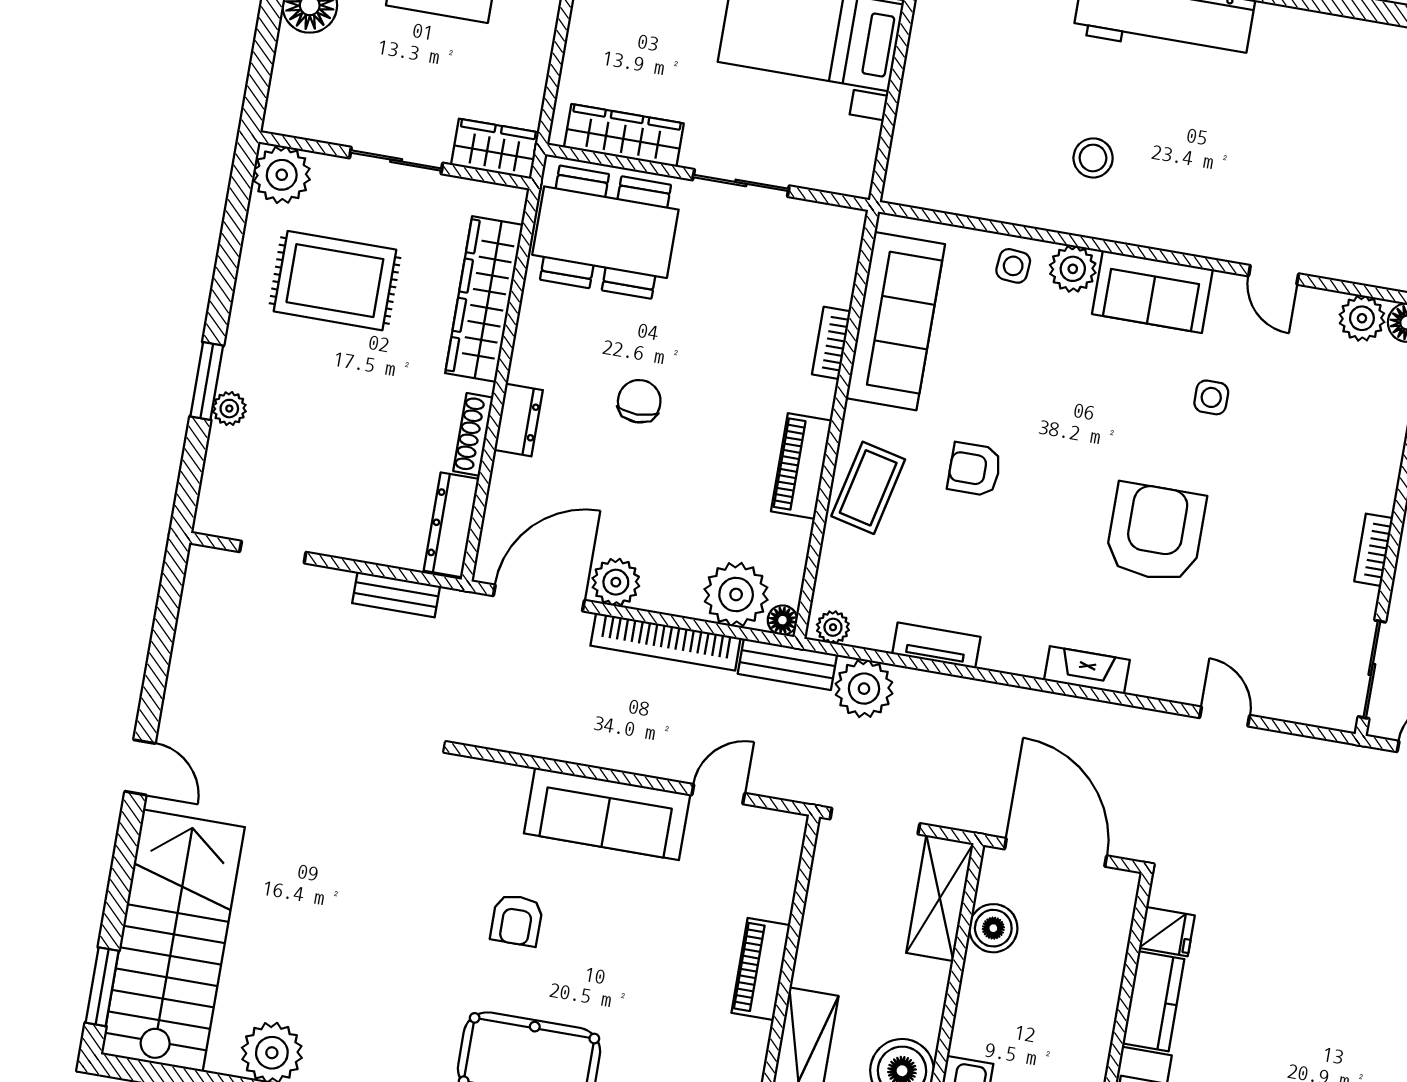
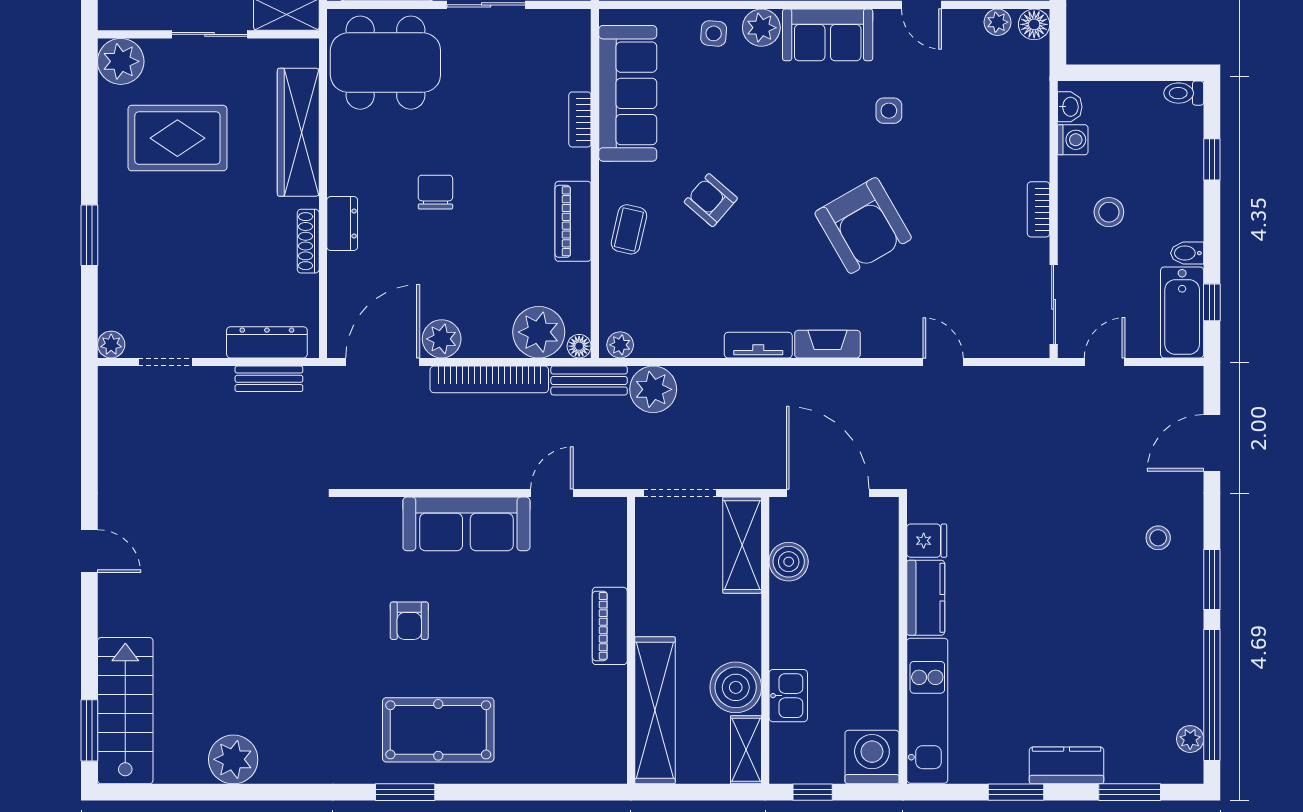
plant: (1362, 318) -> (998, 22), width x0.73, depth x0.73
plant: (229, 409) -> (111, 345), moved
armchair: (974, 469) -> (711, 200), turned 41
coffee table: (868, 488) -> (629, 229), width x0.73, depth x0.77
dresser: (451, 525) -> (267, 342), moved, turned 90
armchair: (1156, 532) -> (863, 225), turned 150
tv unit: (936, 645) -> (758, 345), moved
stairs: (173, 941) -> (125, 711), width x0.73, depth x0.66

